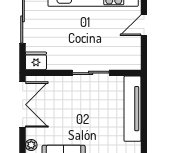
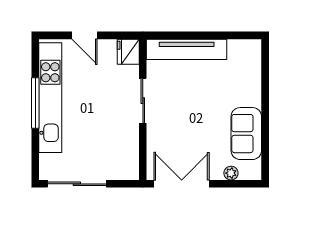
fridge: (36, 61) -> (128, 52), moved

